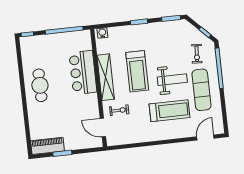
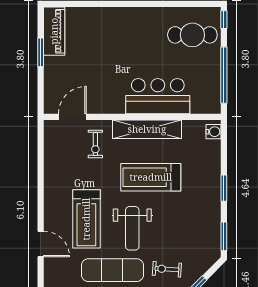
cafe table: (40, 85) -> (192, 35), moved
door: (205, 138) -> (41, 244), moved

